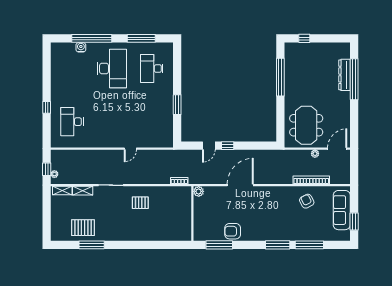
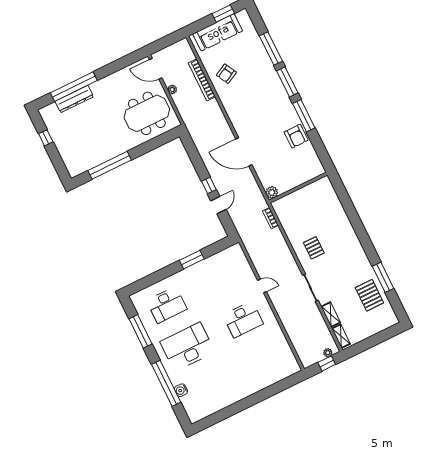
window: (304, 38) -> (46, 138), moved
window: (47, 107) -> (262, 395), removed
desk: (72, 122) -> (243, 319), moved
door: (209, 146) -> (218, 205), hinge flipped
window: (219, 245) -> (304, 116), moved

